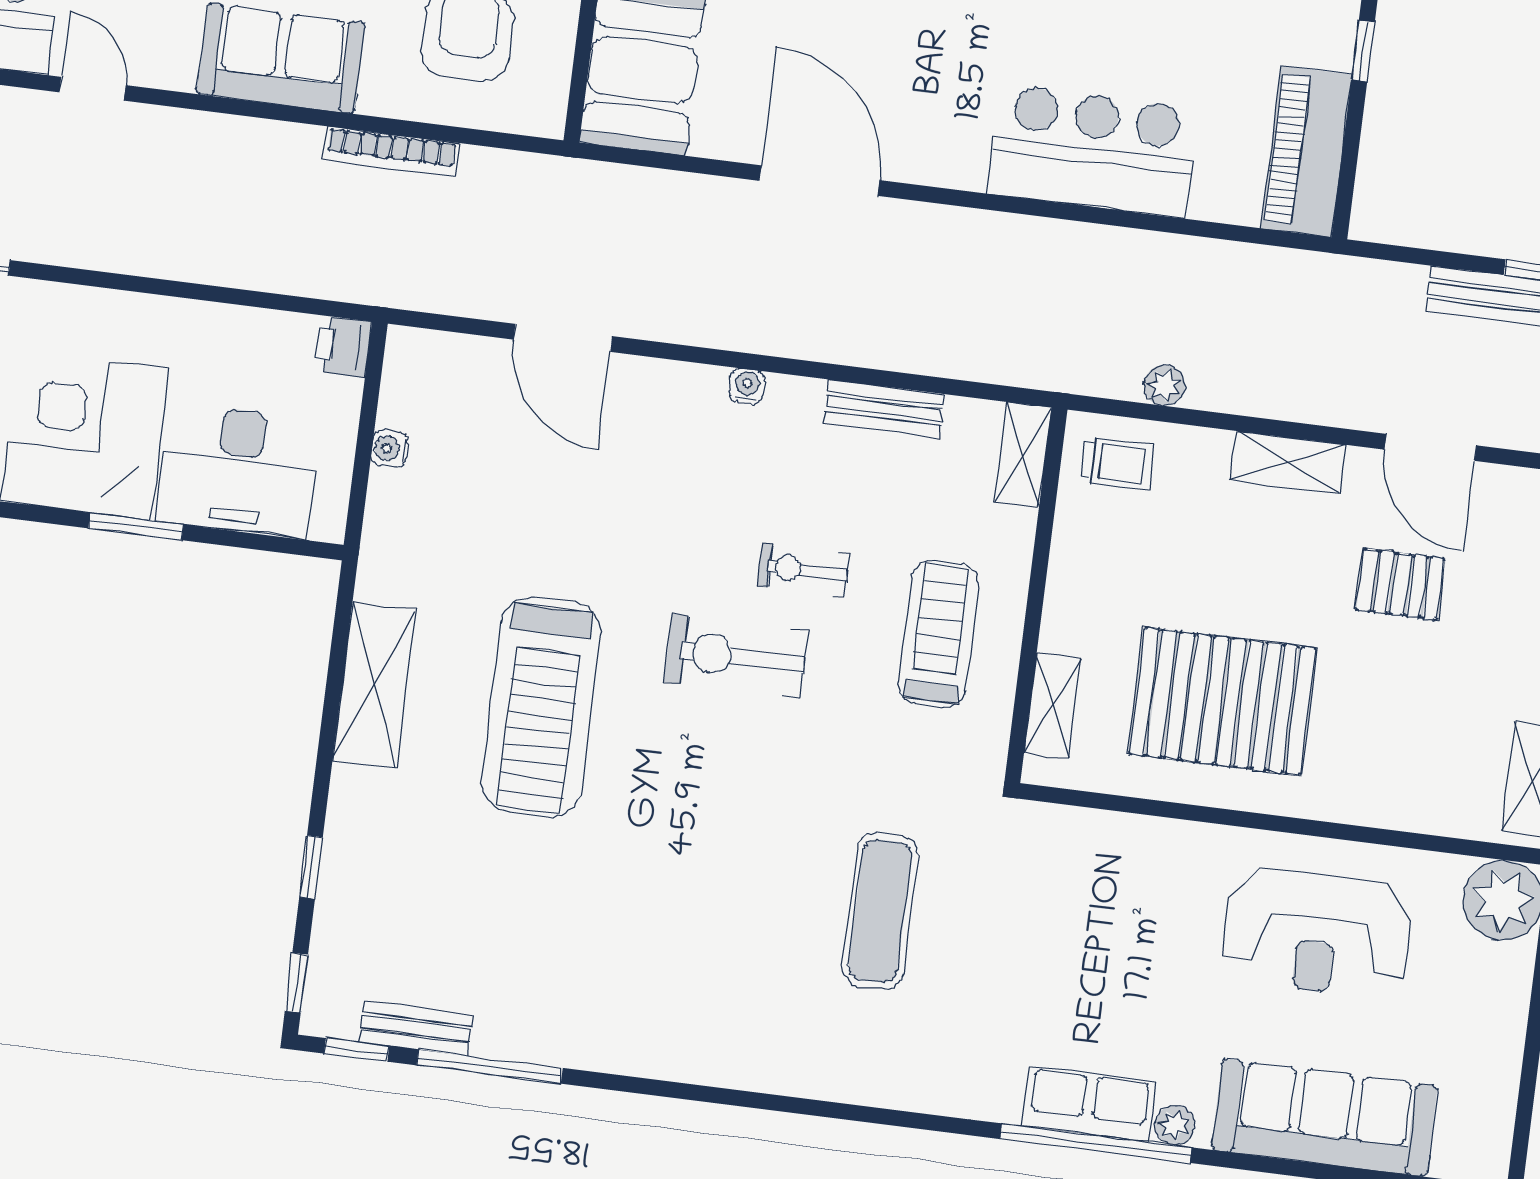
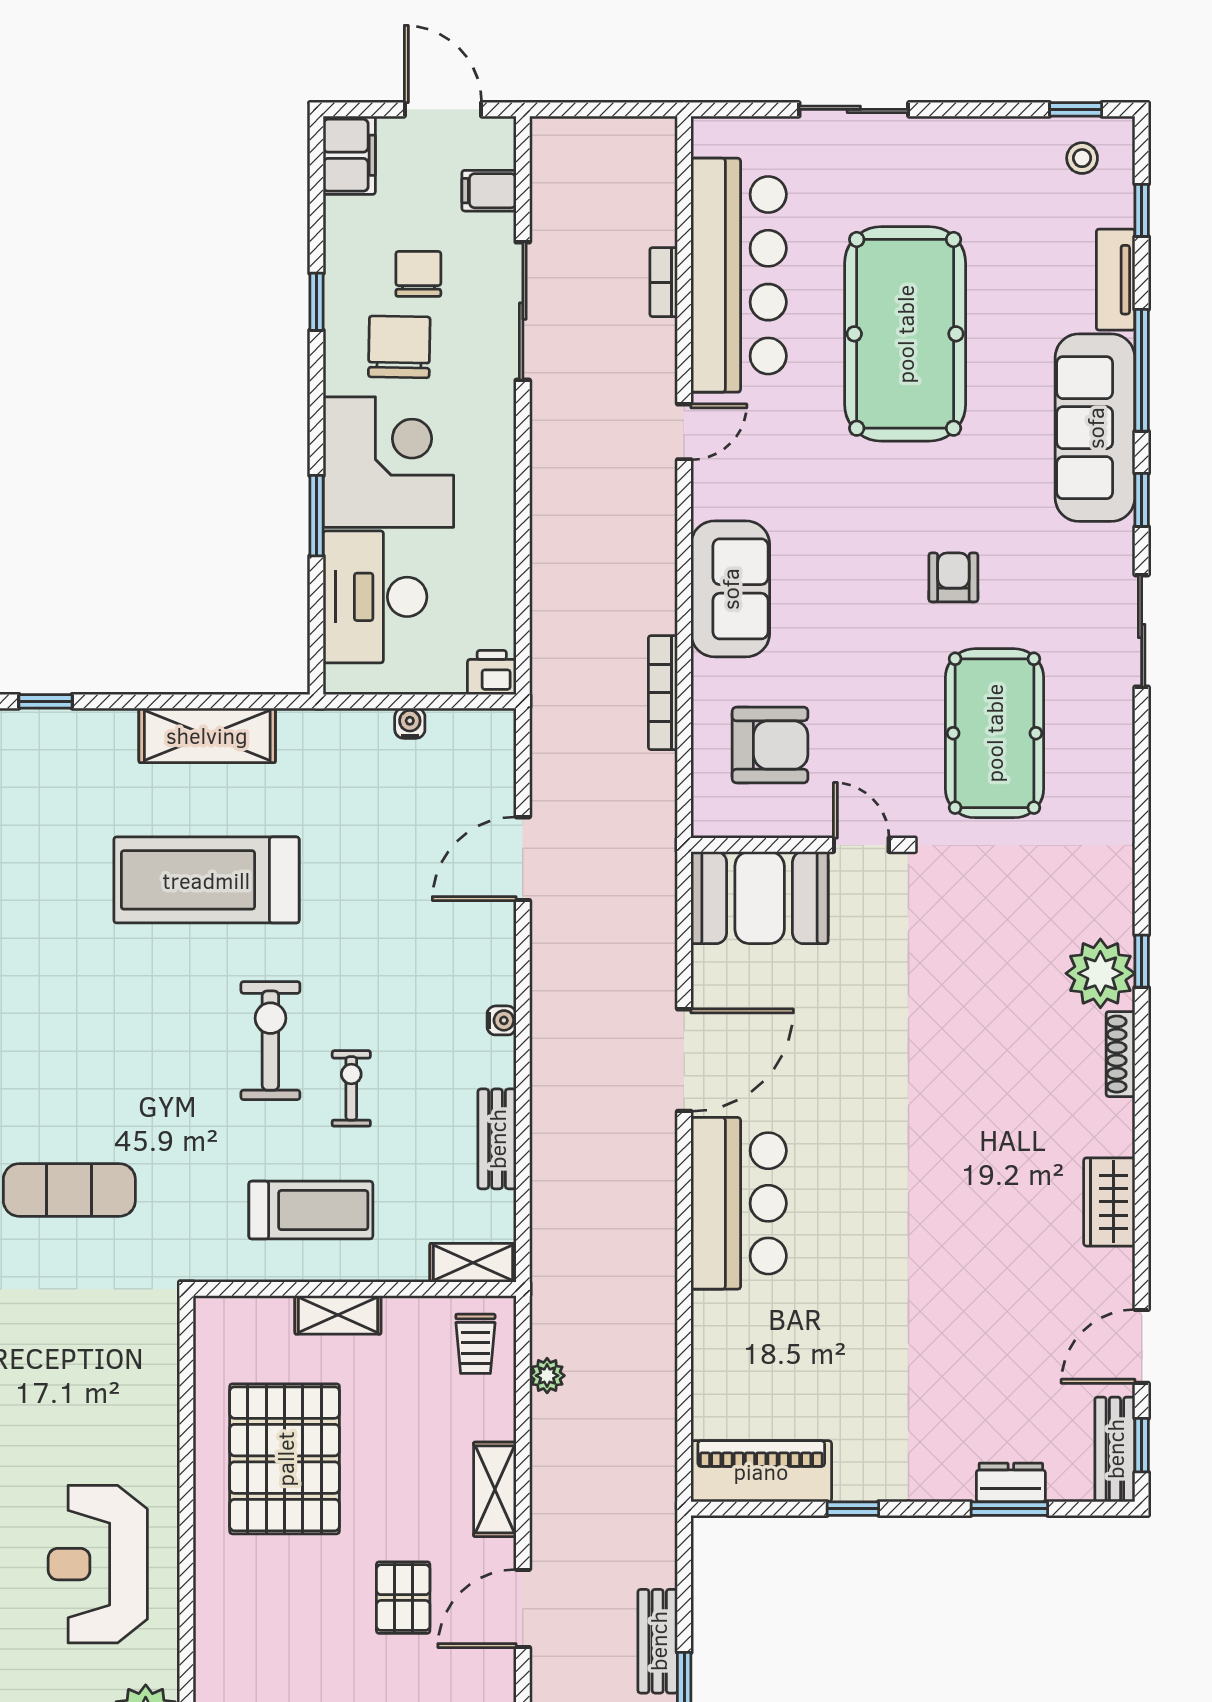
bar counter: (1093, 151) -> (739, 1203), moved
shelving: (1053, 705) -> (338, 1315), moved

